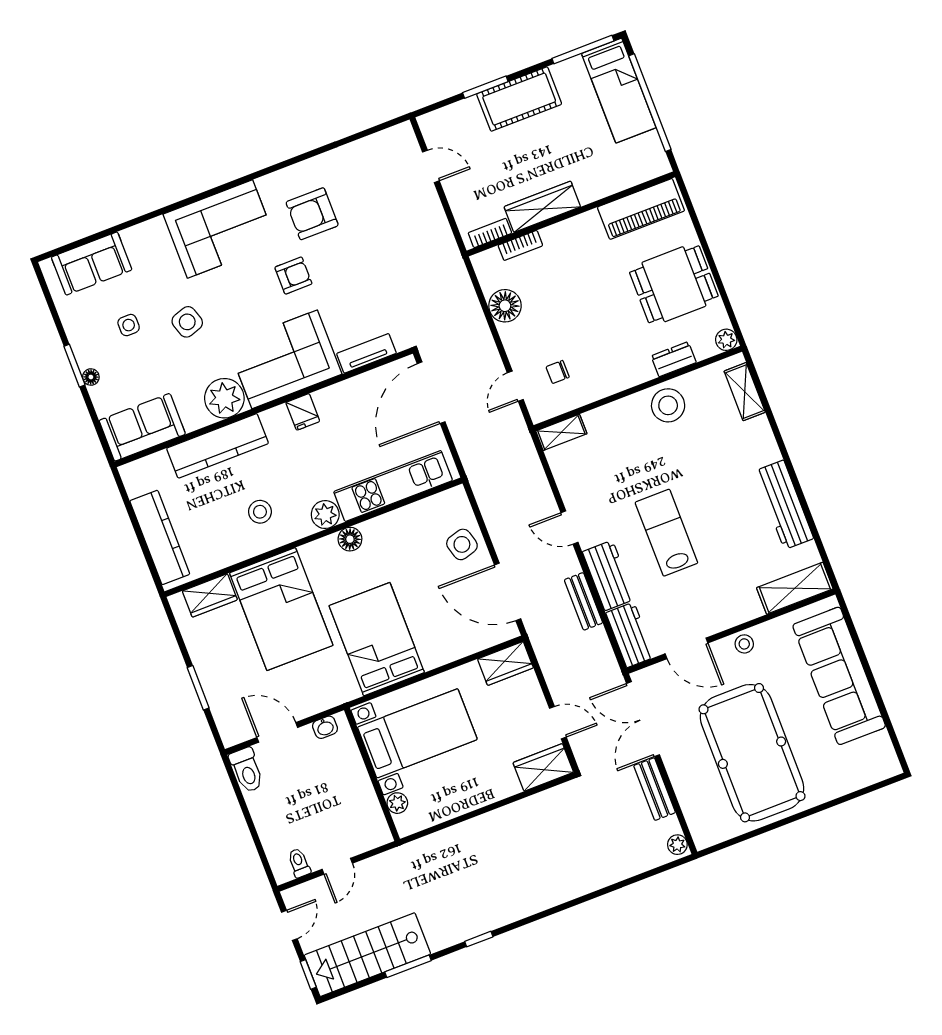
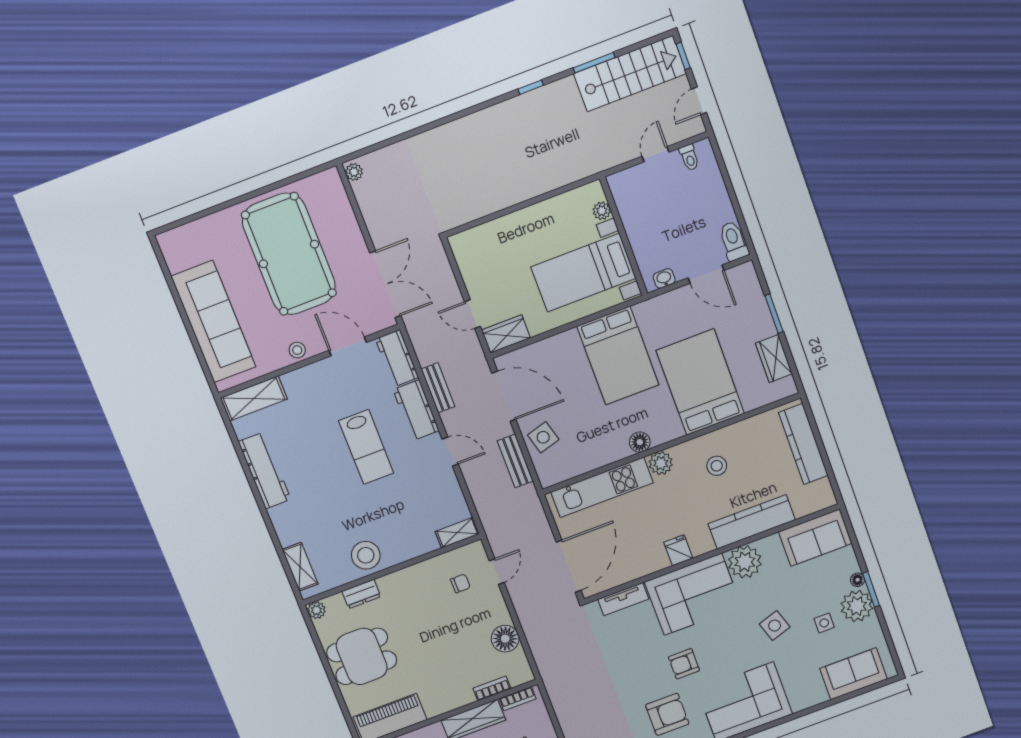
plant: (91, 346) -> (857, 606), added
wardrobe: (210, 595) -> (774, 359), moved, turned -90
door: (558, 723) -> (473, 314), moved
wardrobe: (543, 767) -> (473, 242), removed
bench: (655, 789) -> (515, 461), moved

